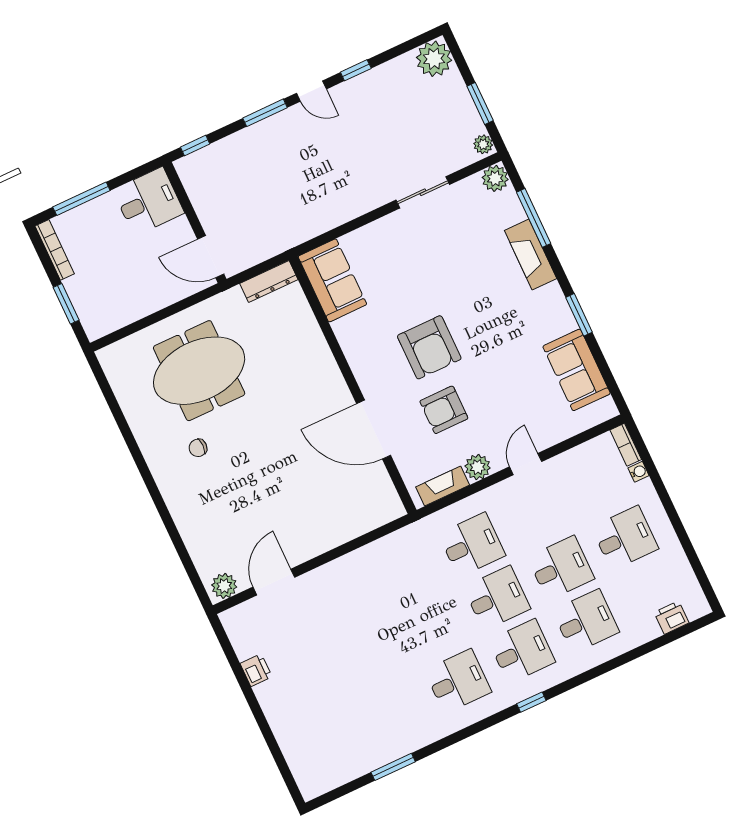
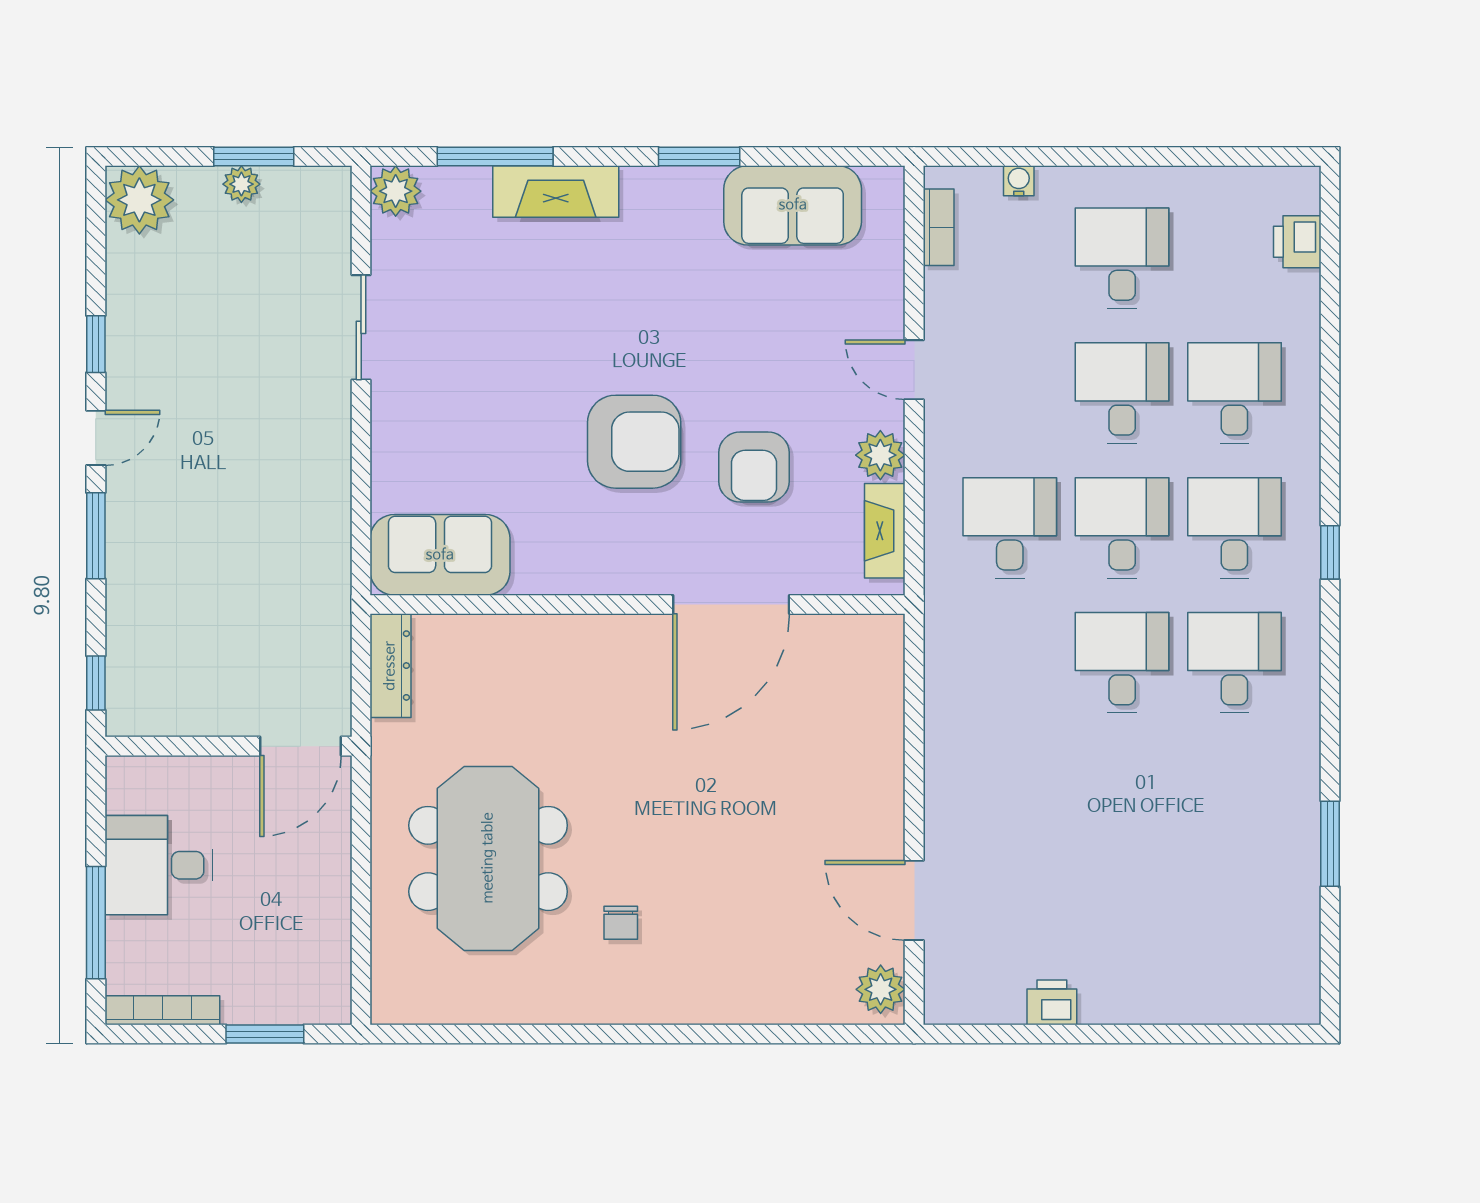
plant: (483, 144) -> (241, 184), moved
desk: (148, 201) -> (159, 865), moved, turned -90
bookcase: (626, 445) -> (939, 227), moved, turned -90
desk: (433, 628) -> (1122, 663), added

